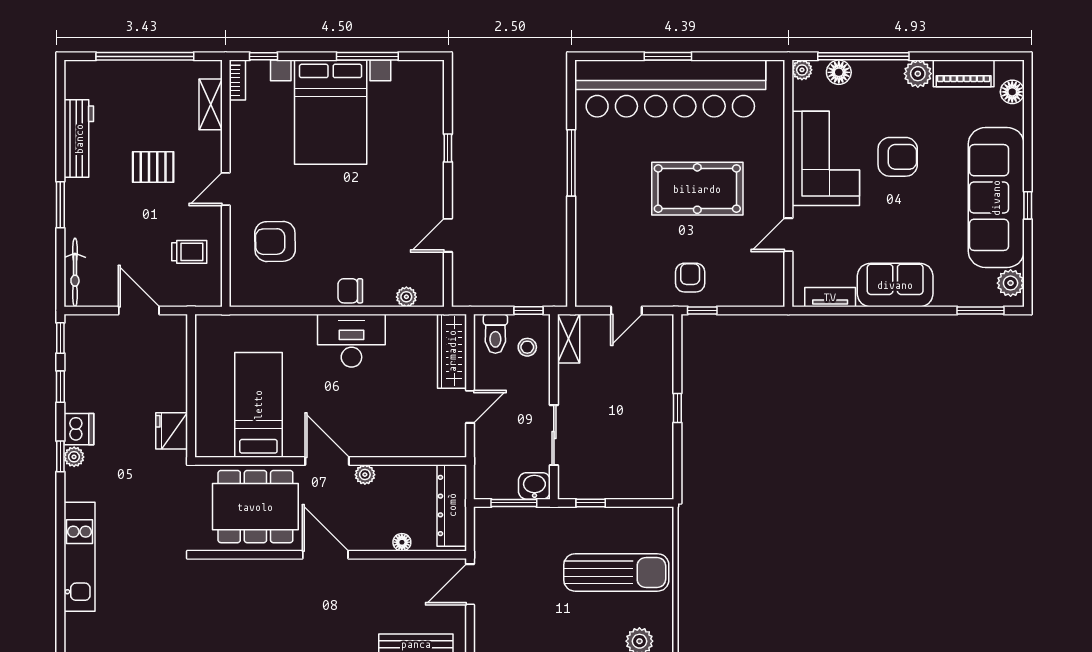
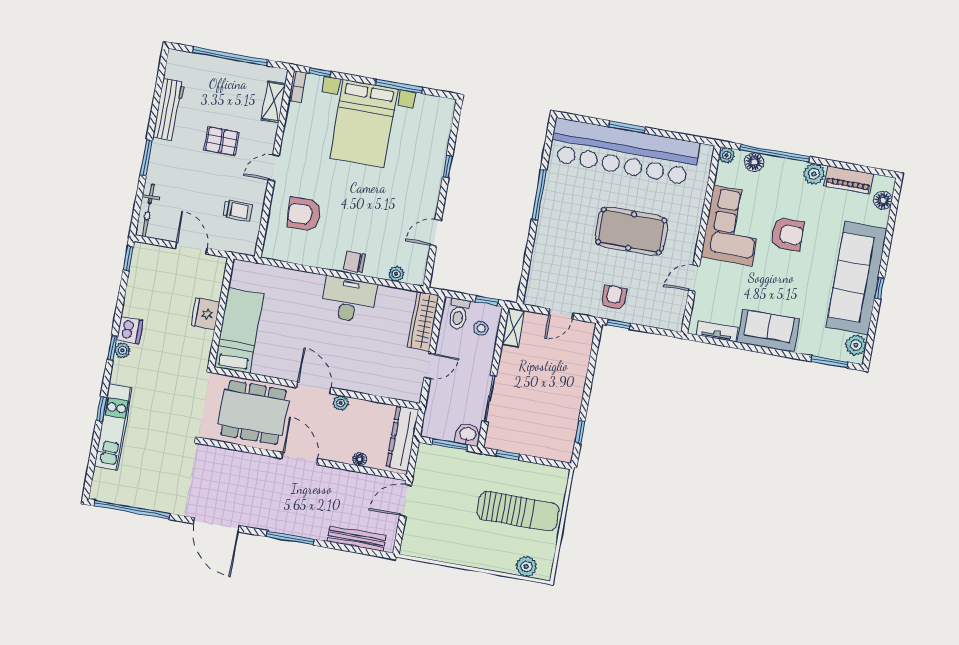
window: (60, 387) -> (101, 409), moved
bed: (258, 405) -> (239, 330), moved
window: (677, 408) -> (580, 432), moved
fridge: (172, 431) -> (205, 314), moved

